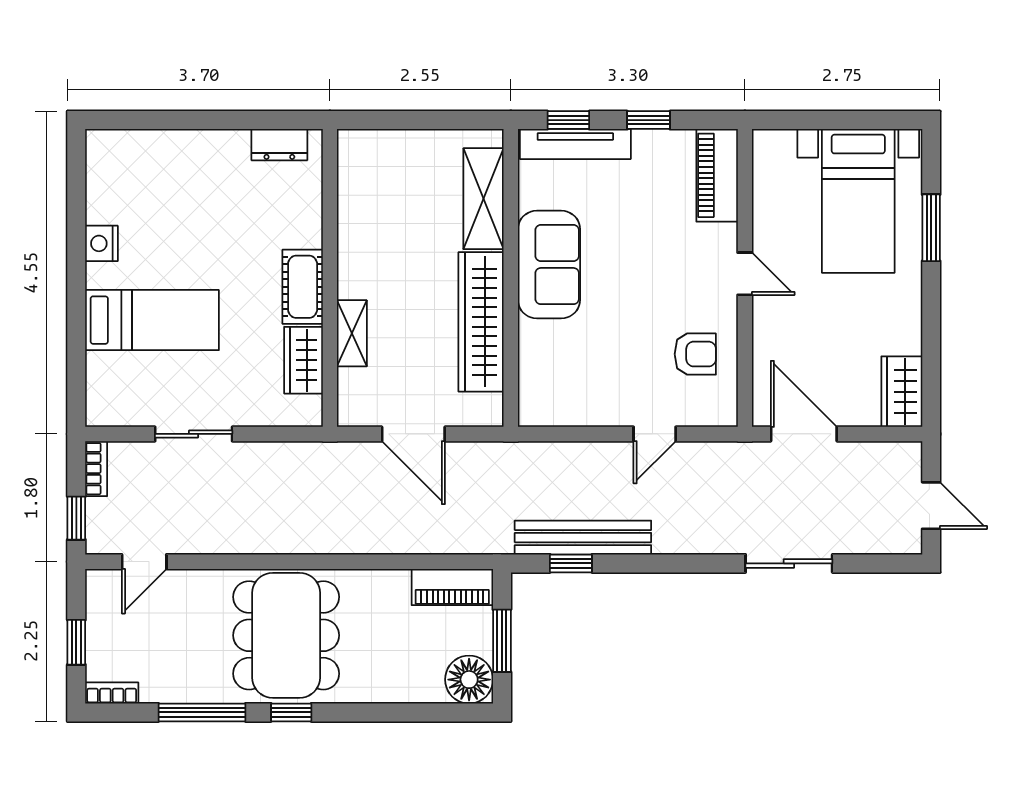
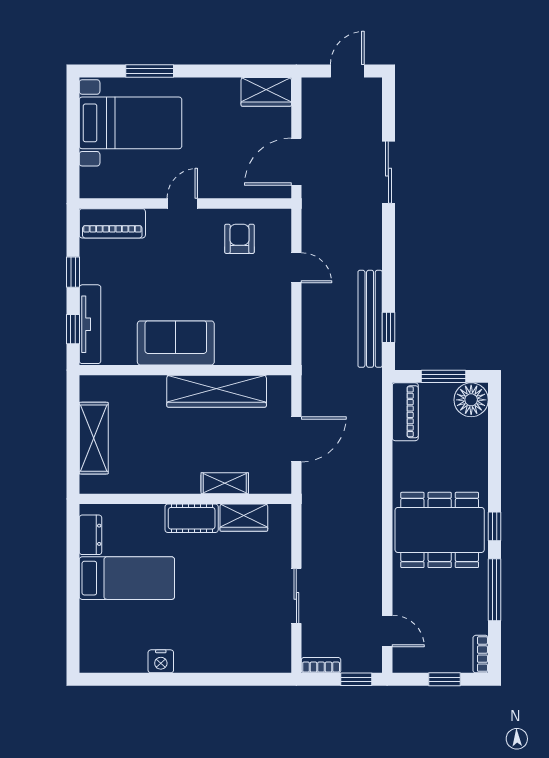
shelving: (484, 199) -> (94, 438), moved, turned 90
bed: (152, 320) -> (127, 578), moved, turned 90

